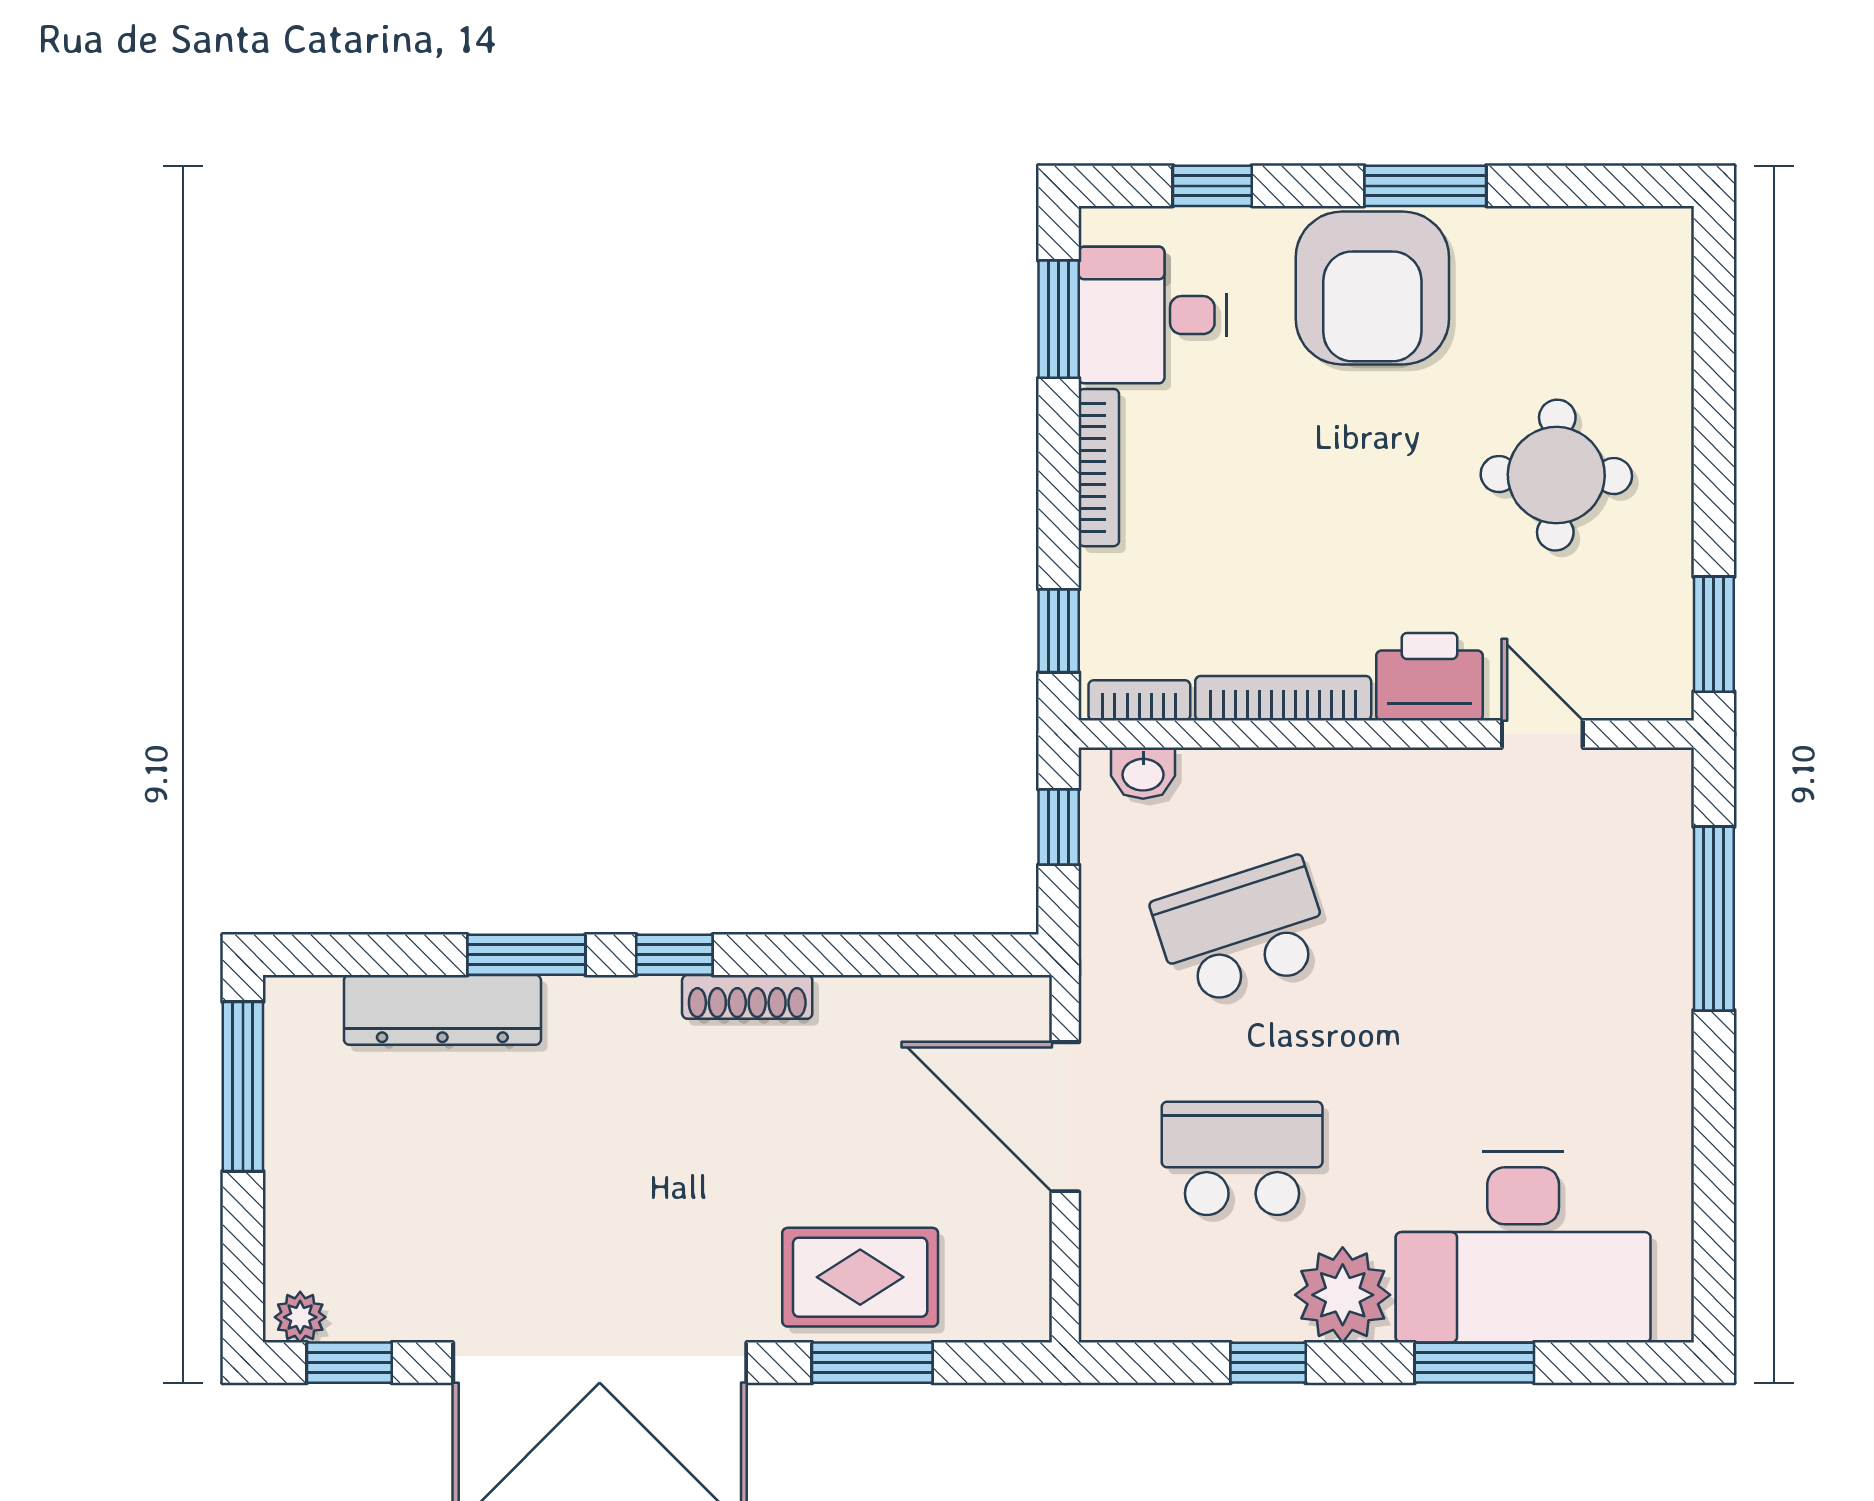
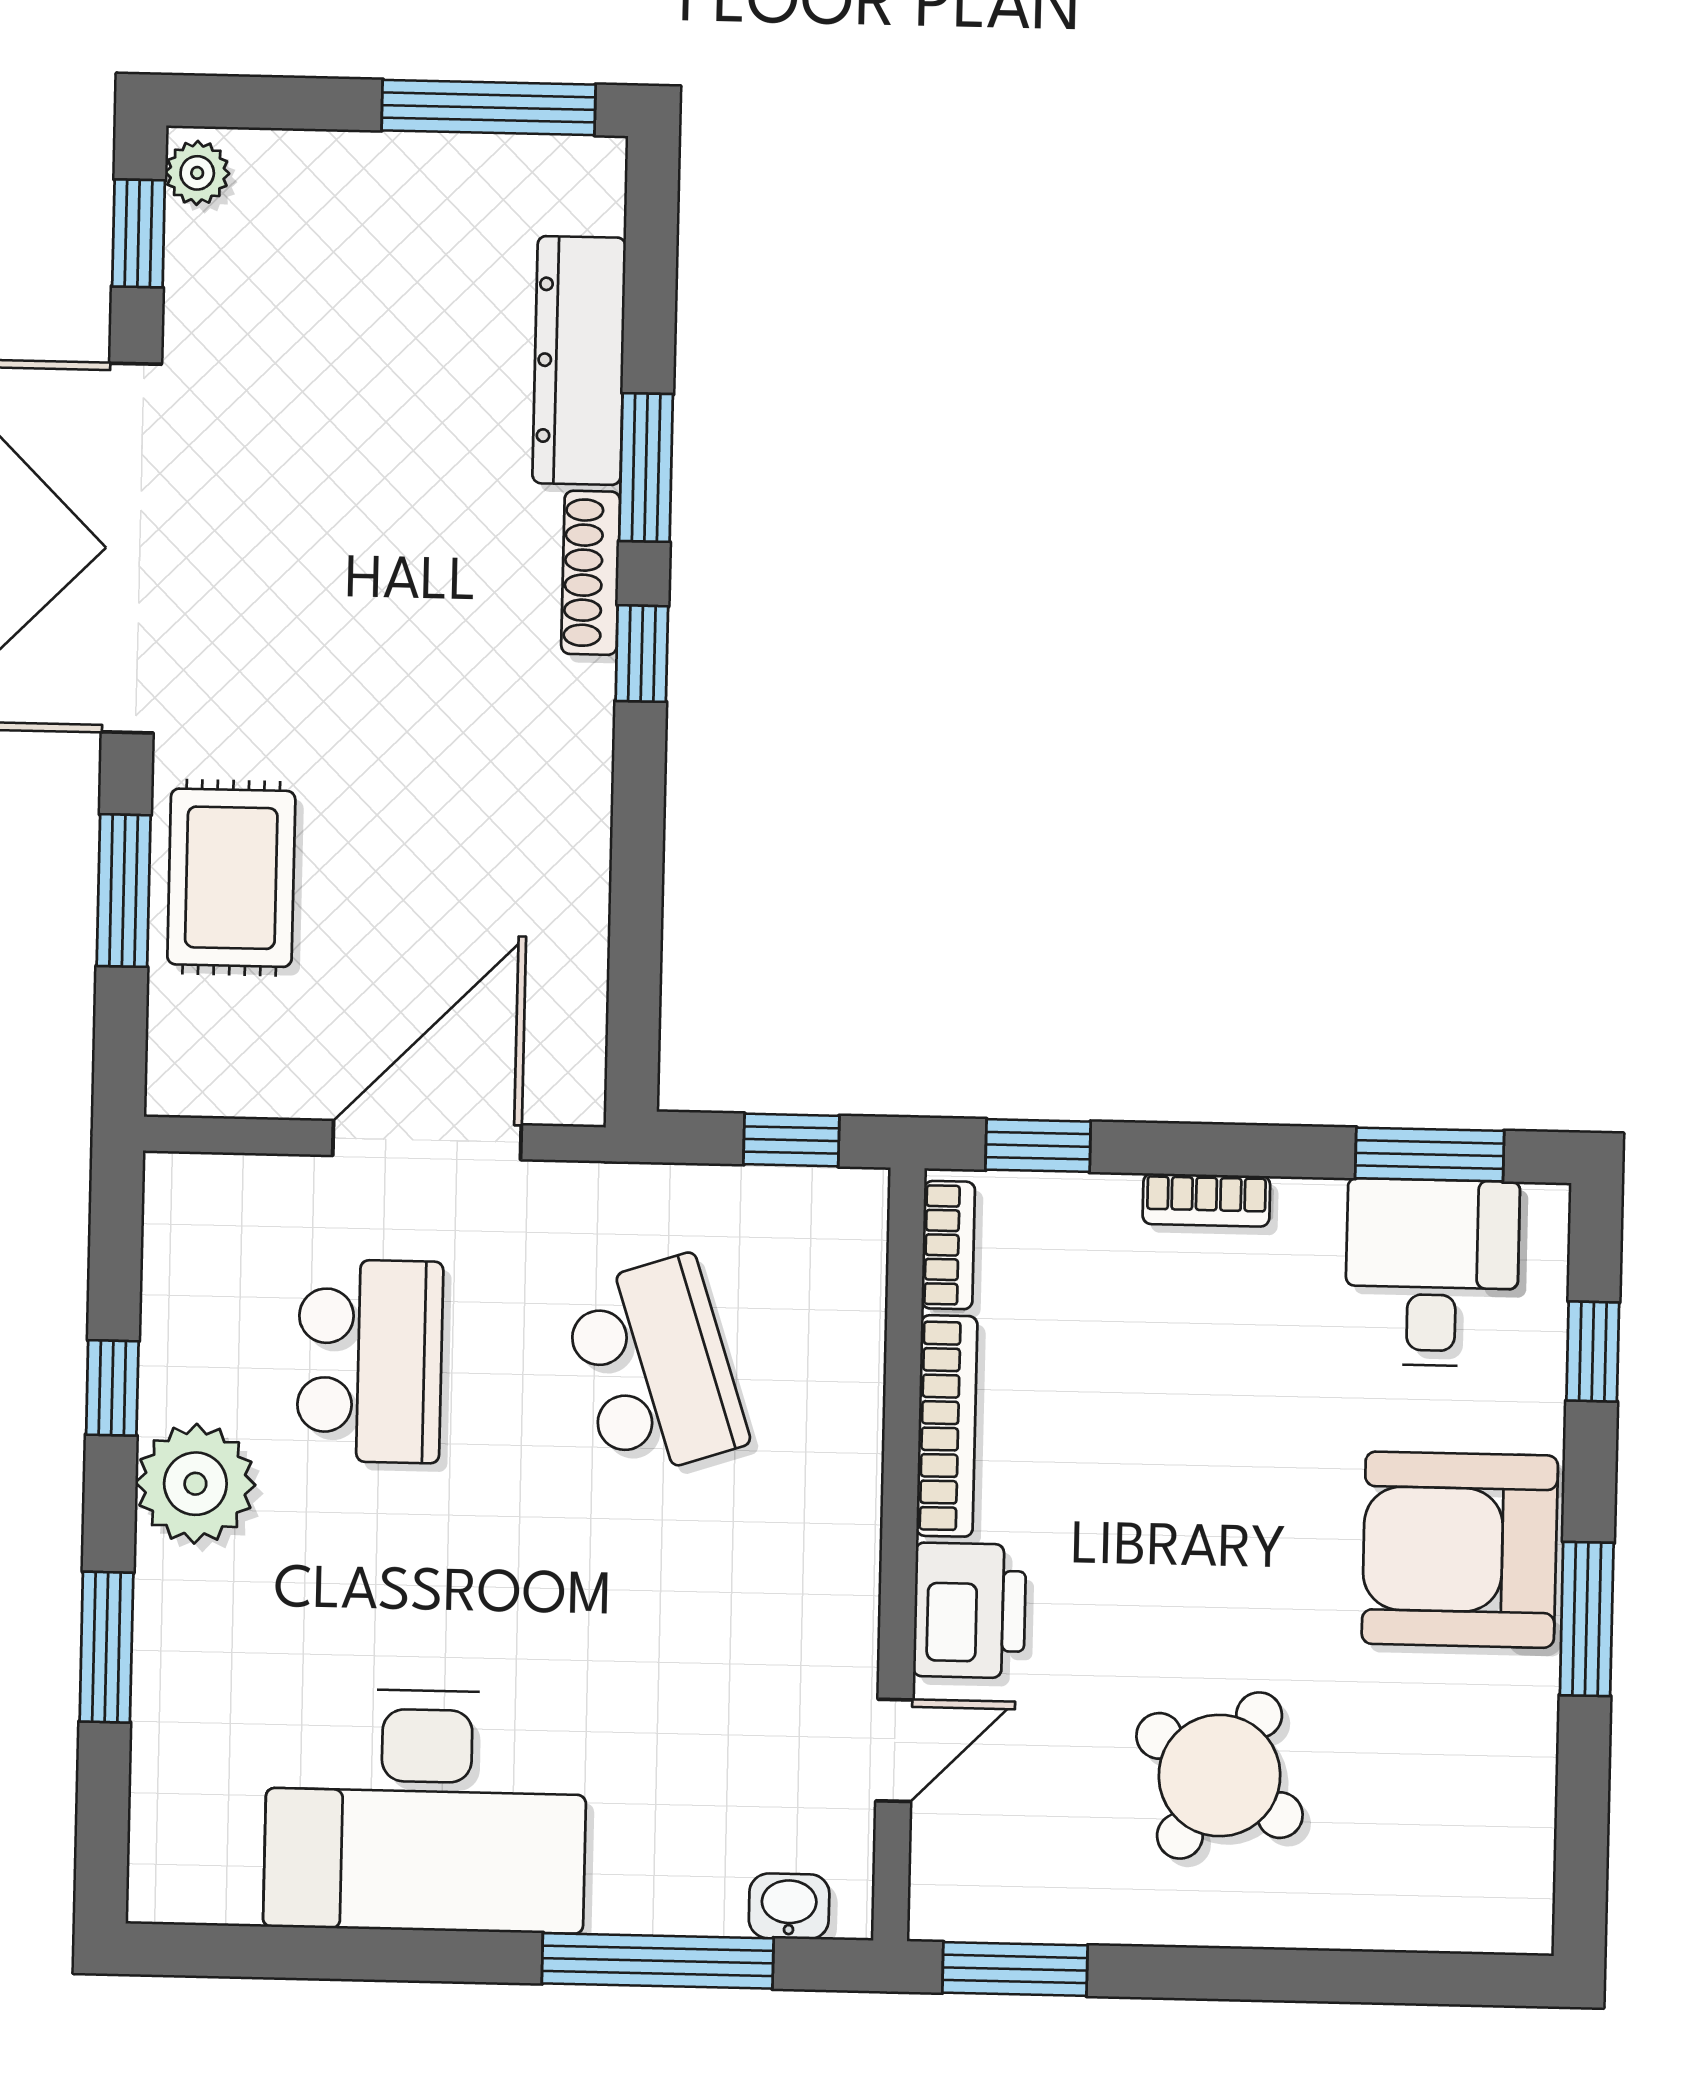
bookcase: (1099, 468) -> (1206, 1200), width x0.64
round table: (1556, 475) -> (1219, 1775), turned 31
washbasin: (1143, 773) -> (789, 1906), moved, turned 90
shoe rack: (747, 997) -> (591, 573), moved
desk: (1523, 1247) -> (426, 1811), moved, turned -90

